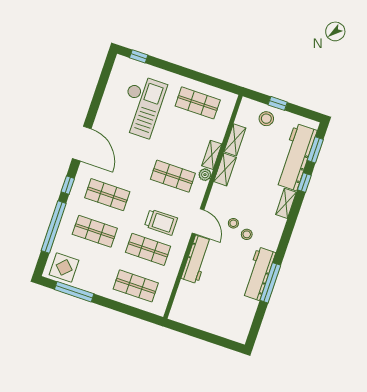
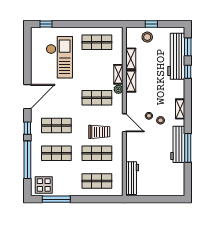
door: (82, 144) -> (27, 97), hinge flipped
shelving: (286, 203) -> (180, 109), moved
workbench: (197, 259) -> (132, 178), moved

